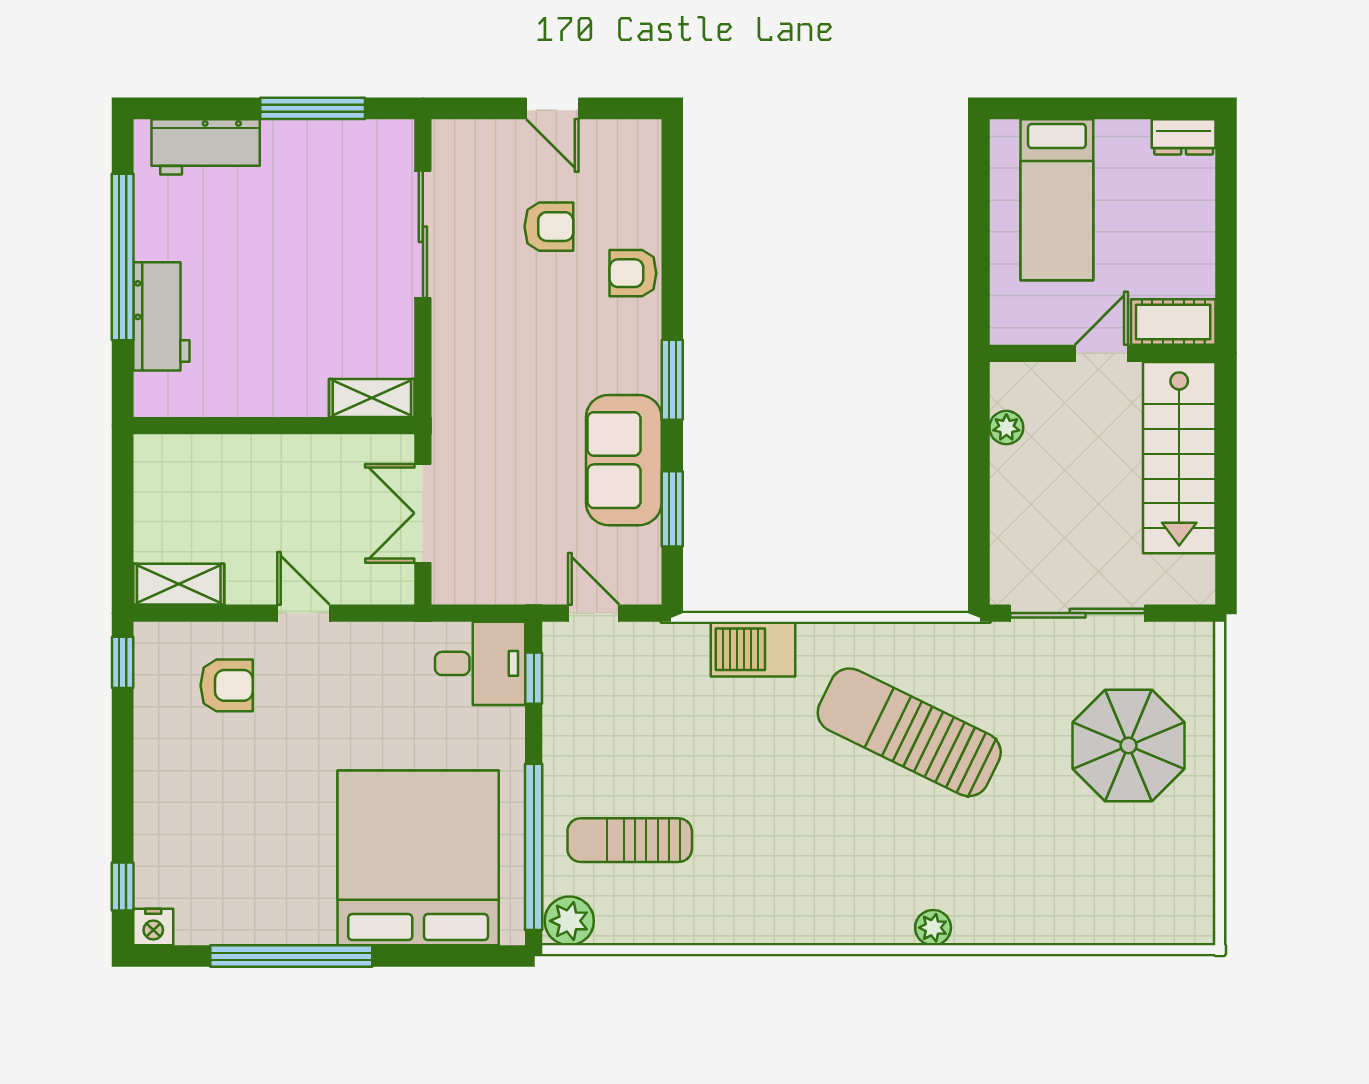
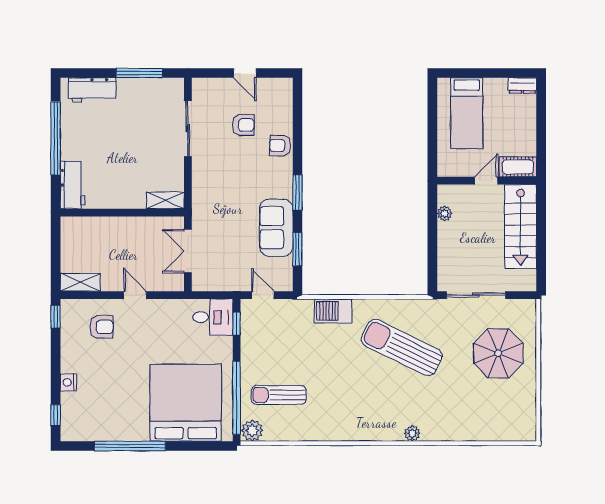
workbench: (161, 316) -> (73, 185), moved
nightstand: (153, 927) -> (68, 382), moved, turned 90

